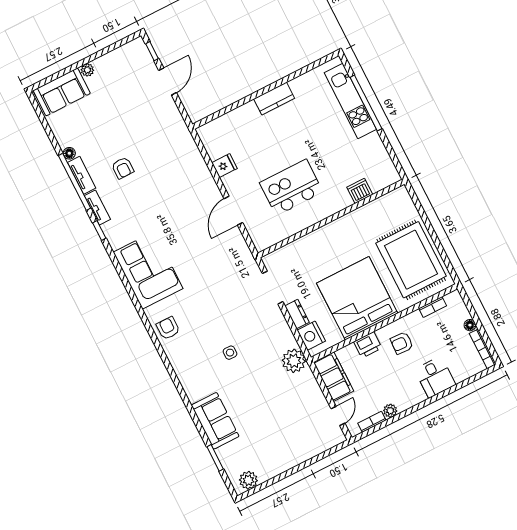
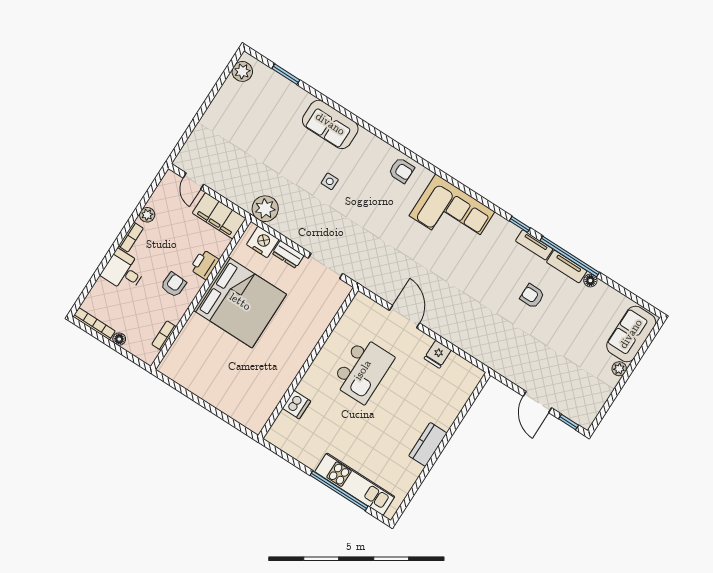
rug: (411, 260) -> (211, 368), removed
sofa: (215, 421) -> (330, 124), moved
bookcase: (372, 422) -> (131, 237), moved

